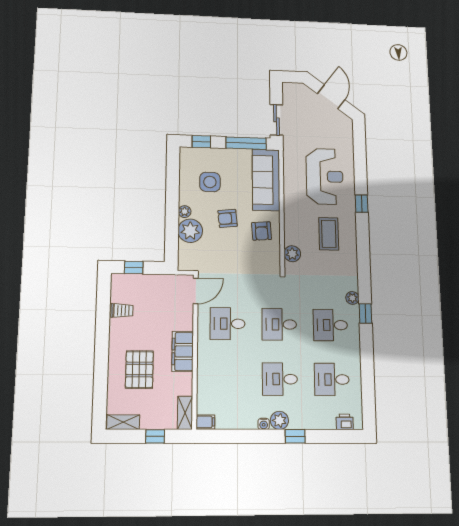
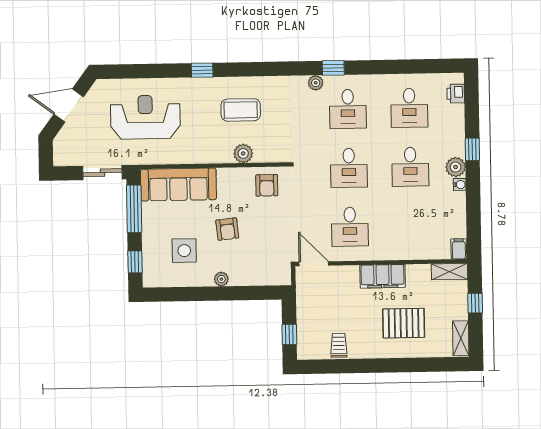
reception desk: (325, 176) -> (145, 117), moved
plant: (190, 231) -> (244, 272), removed
armchair: (262, 231) -> (267, 185), moved, turned 94
plant: (292, 254) -> (243, 153), moved

